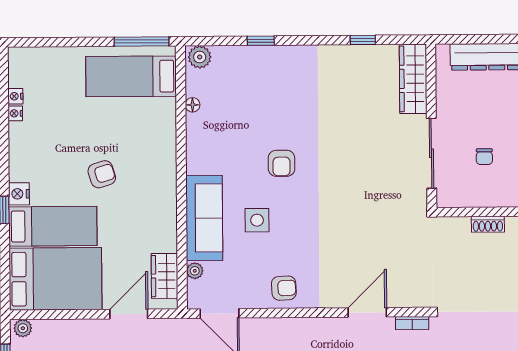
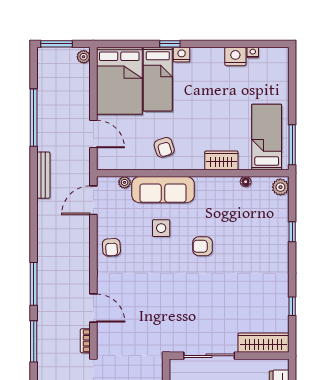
nightstand: (15, 113) -> (235, 56), width x1.89, depth x1.79
armchair: (102, 174) -> (164, 147), moved
wardrobe: (165, 276) -> (221, 160), moved

